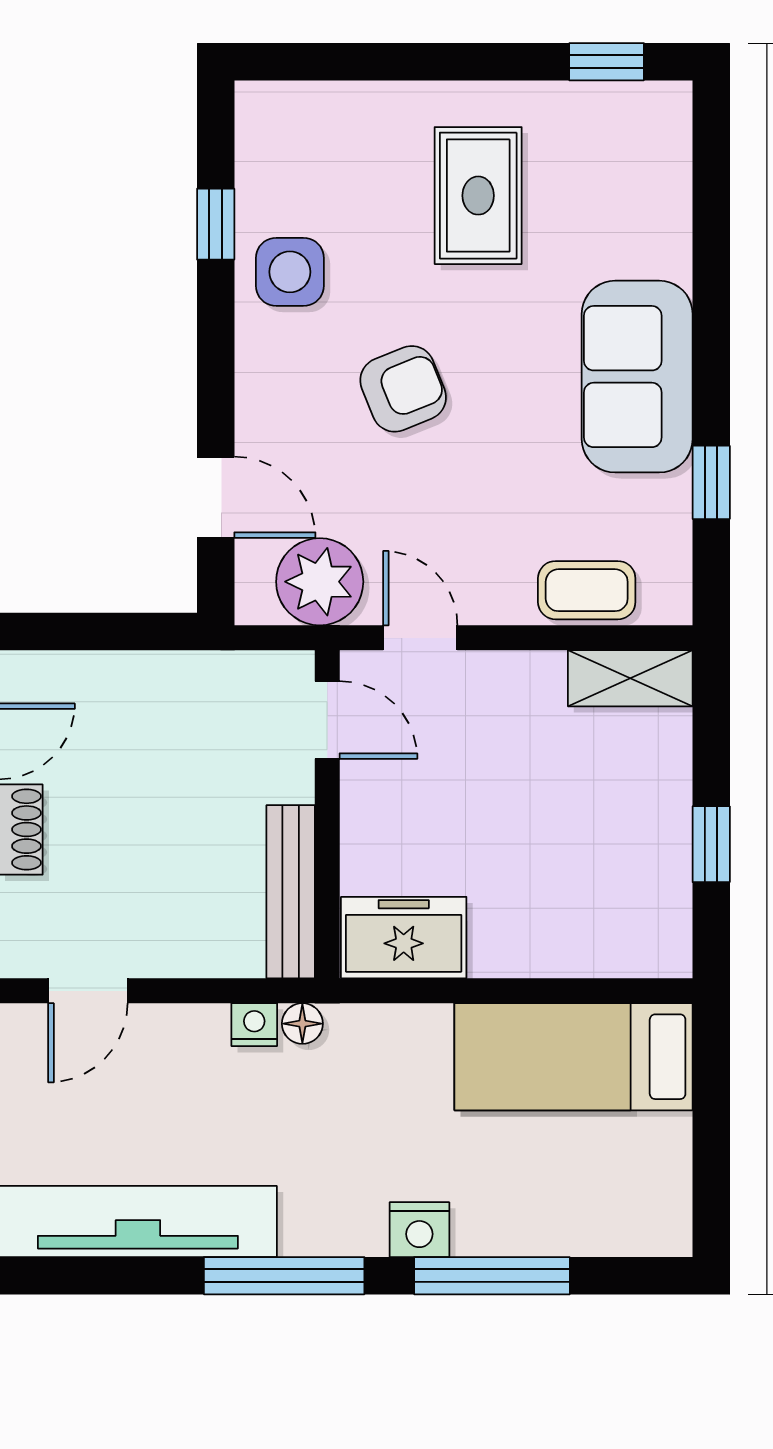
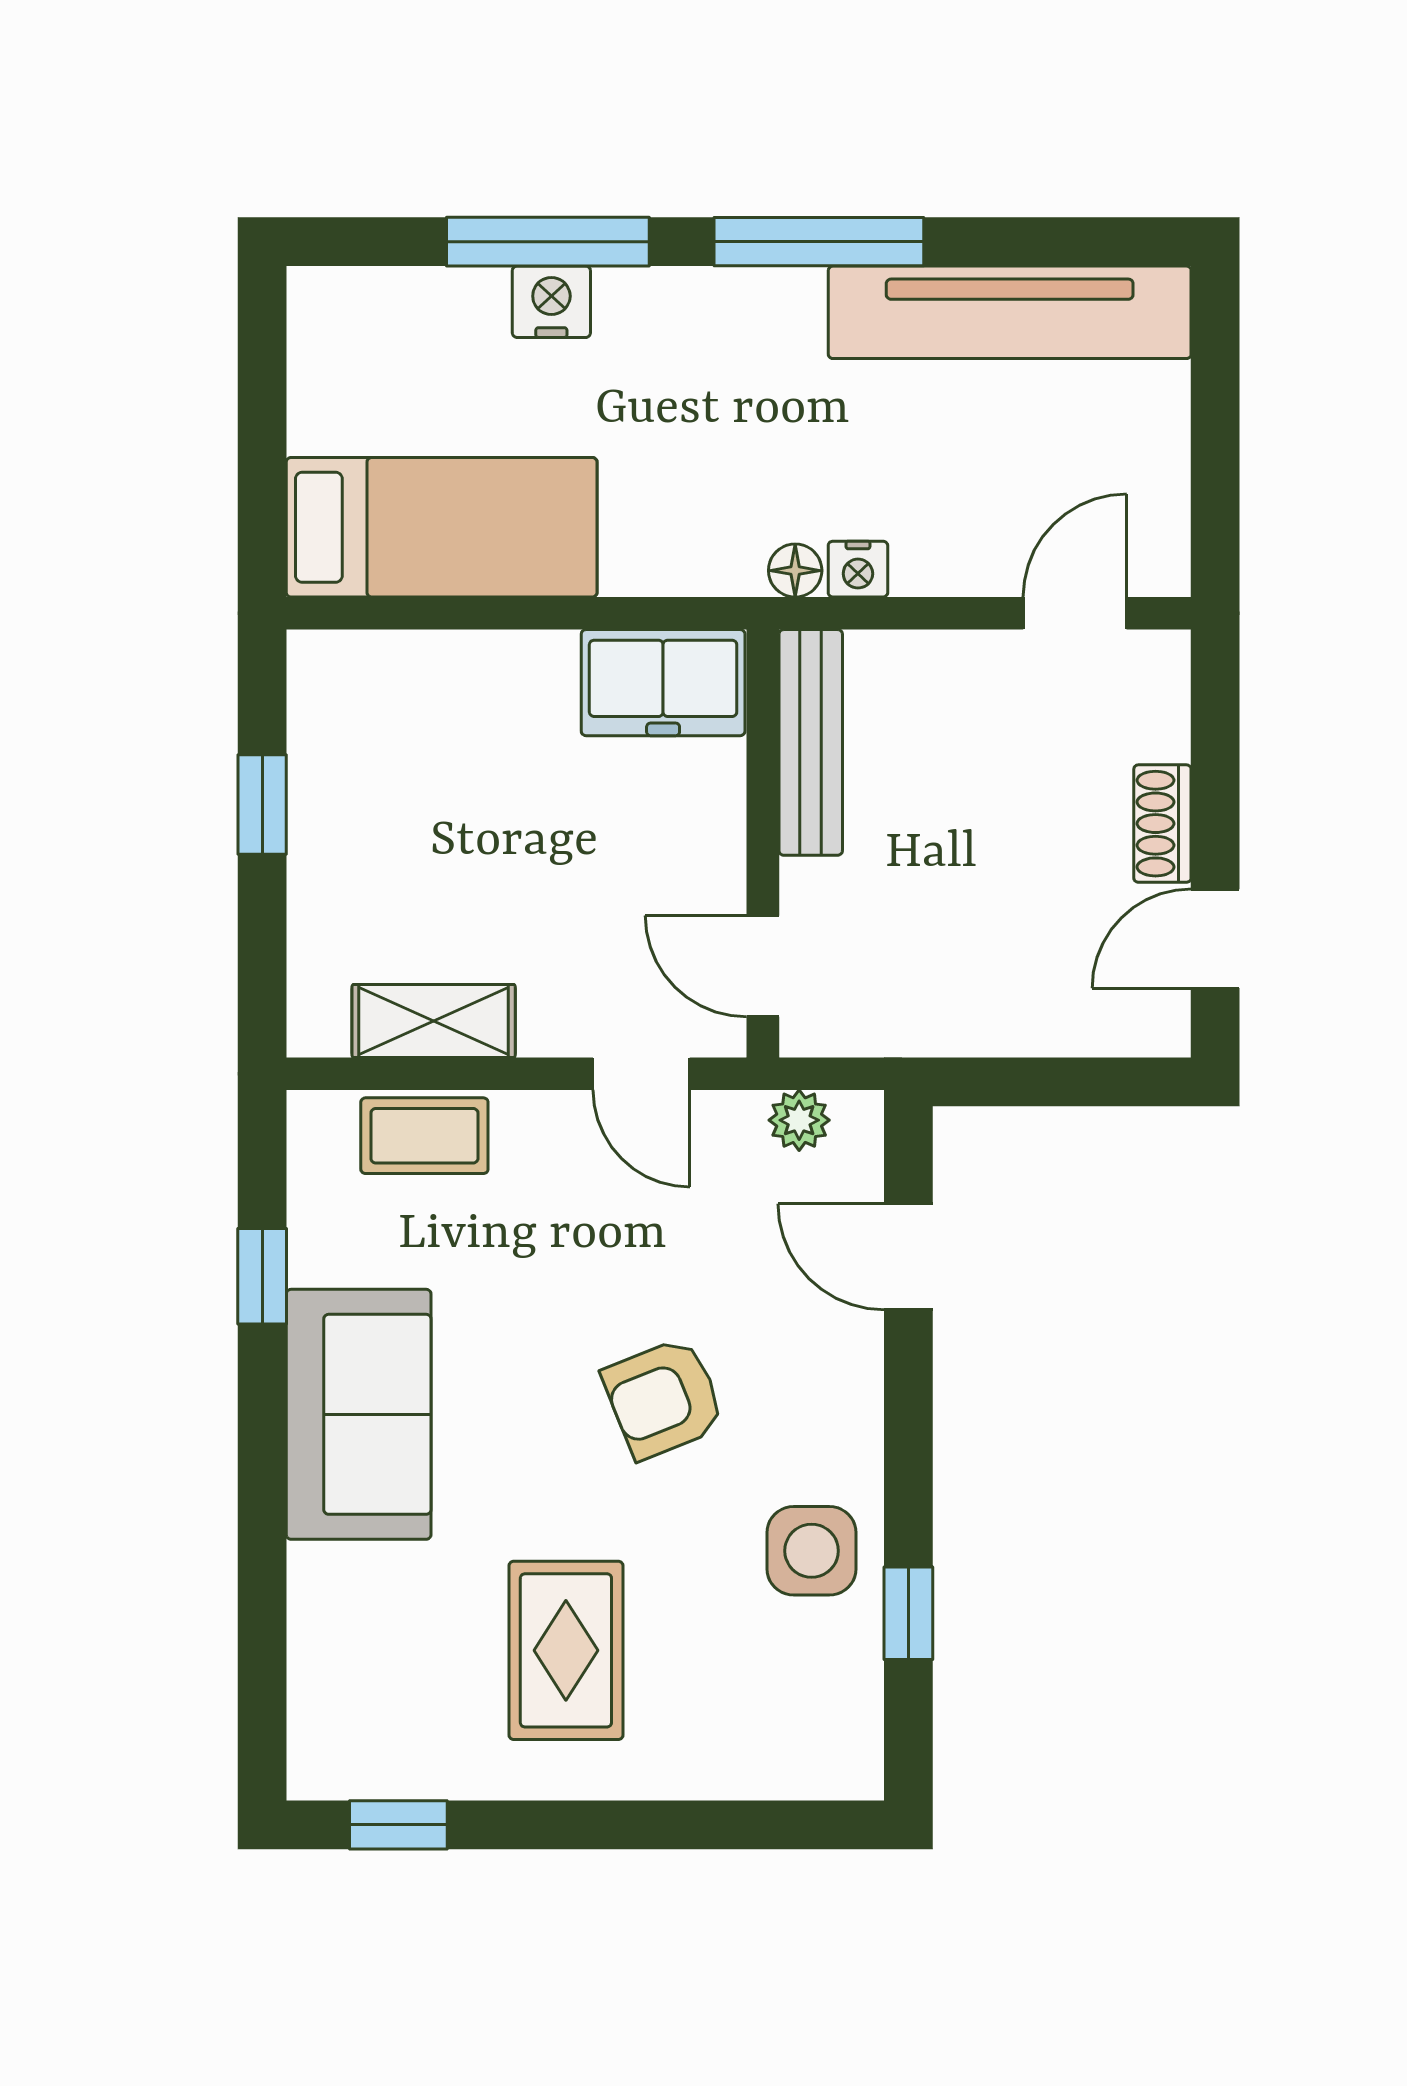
plant: (320, 582) -> (799, 1120), width x0.53, depth x0.53
shelving: (630, 678) -> (434, 1021), moved
nightstand: (419, 1230) -> (551, 302), moved

